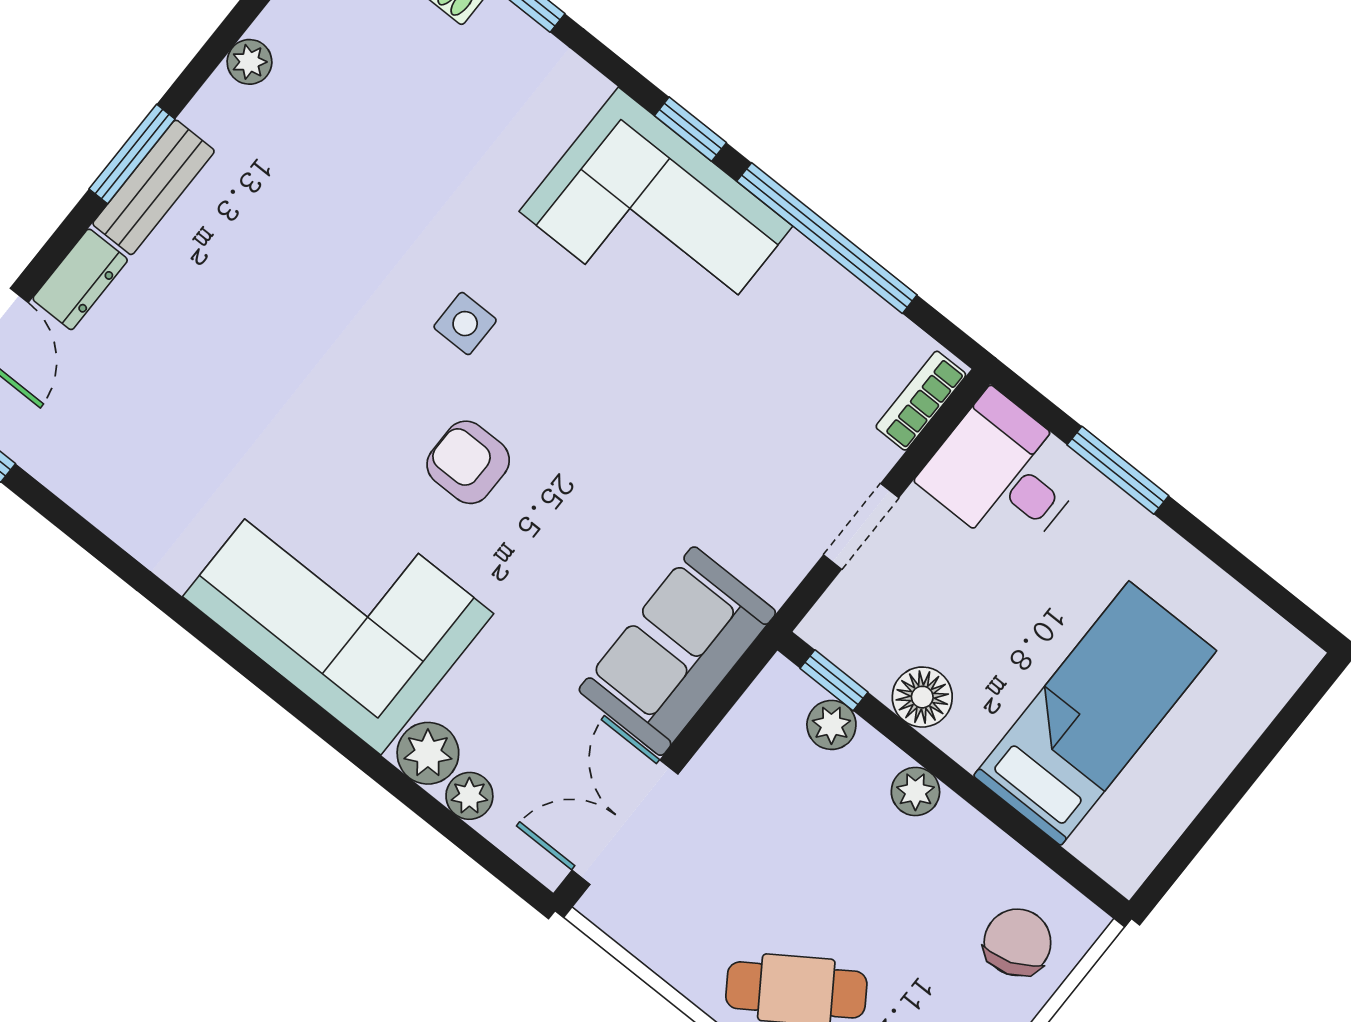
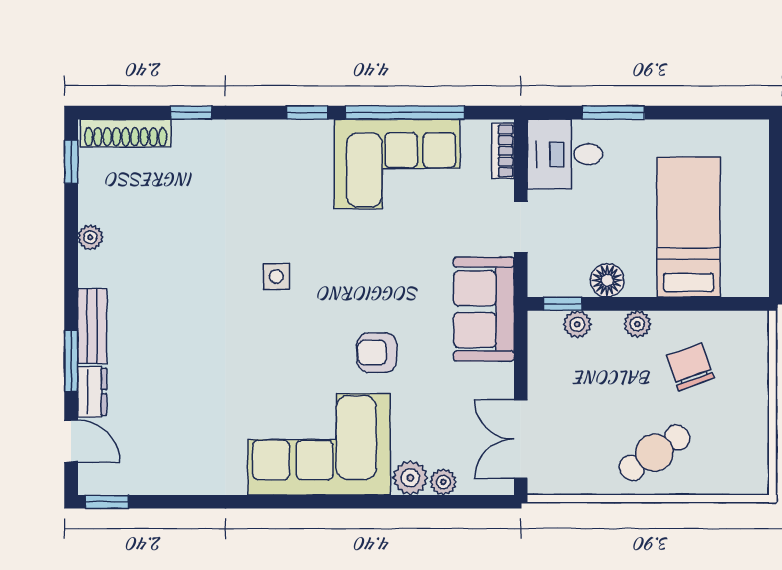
window: (132, 154) -> (71, 361), moved
corner sofa: (656, 219) -> (397, 164), moved
armchair: (468, 462) -> (377, 353), moved
sofa: (677, 651) -> (484, 309), moved
chair: (1017, 942) -> (690, 367), moved

